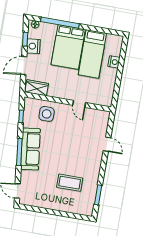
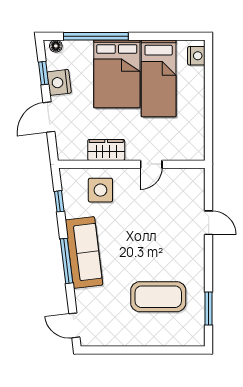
nightstand: (114, 62) -> (196, 56), moved
wardrobe: (37, 88) -> (106, 150), moved
door: (79, 104) -> (151, 164), hinge flipped
coffee table: (70, 183) -> (158, 297), width x1.36, depth x1.32

